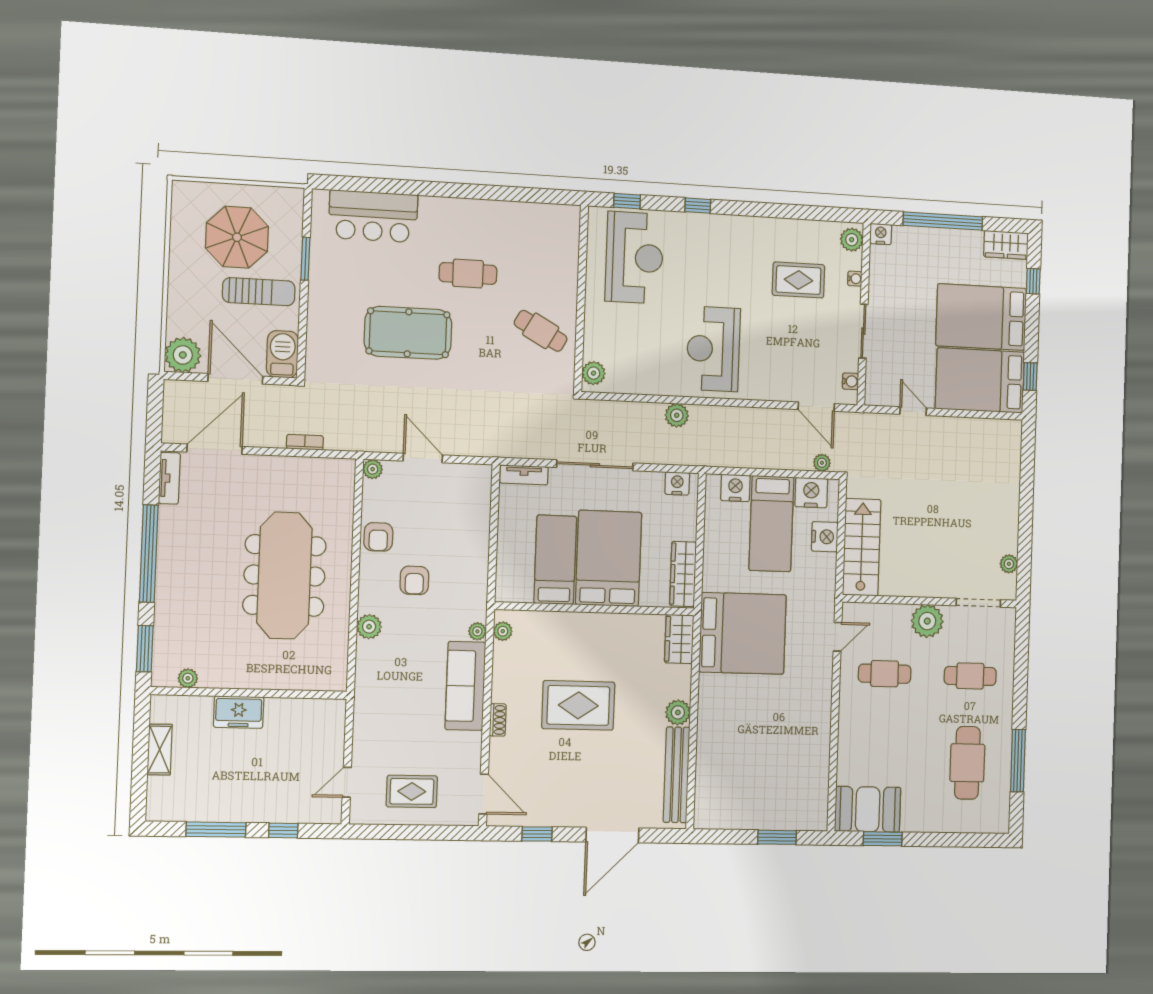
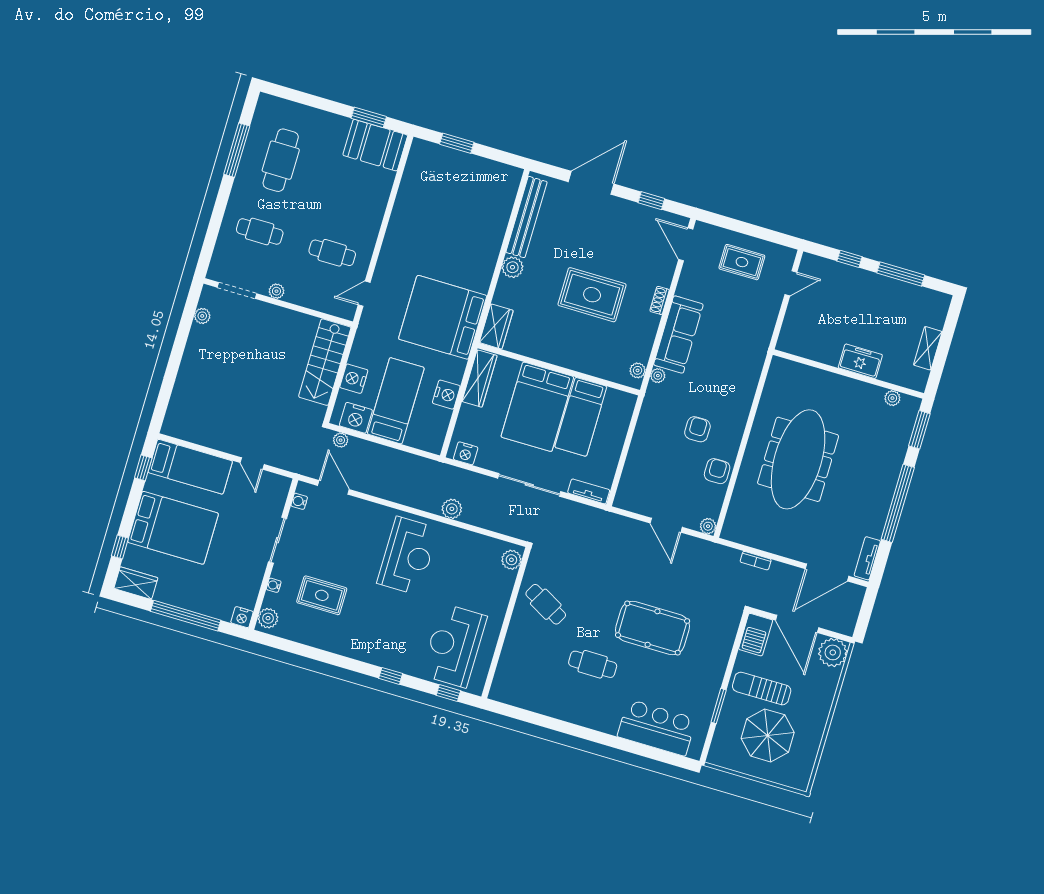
bed: (980, 380) -> (190, 467), width x0.67
nightstand: (735, 488) -> (446, 395), moved, turned -90
plant: (927, 621) -> (276, 291), width x0.53, depth x0.53
plant: (369, 627) -> (742, 402), removed

